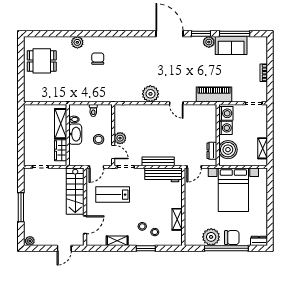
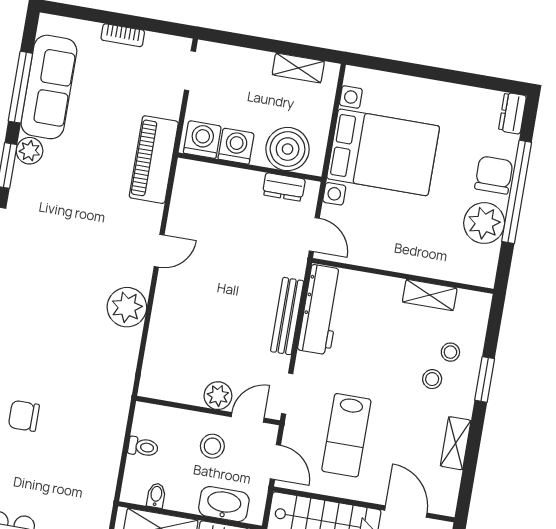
sofa: (231, 46) -> (49, 87), width x1.36
washbasin: (75, 134) -> (224, 504), moved

